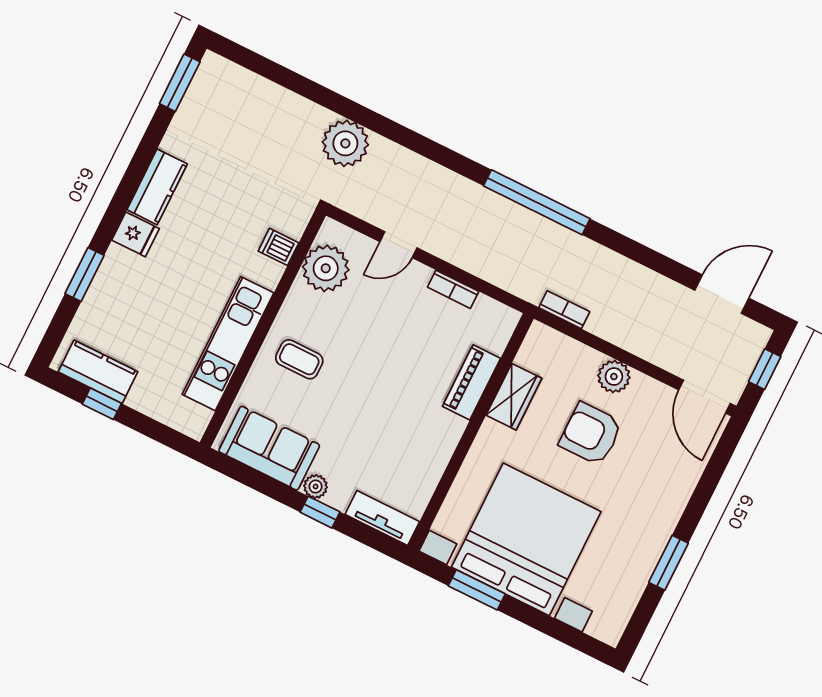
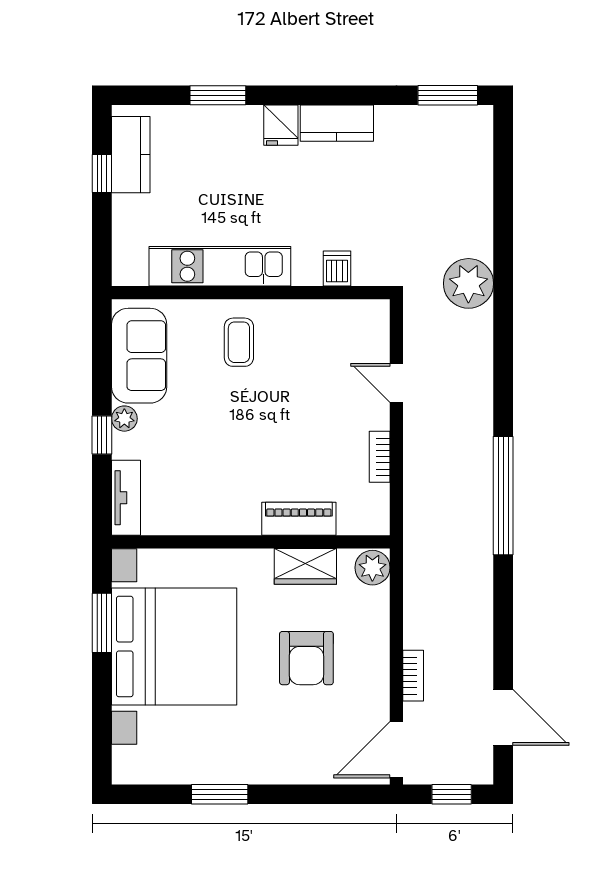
plant: (326, 268) -> (339, 324), removed
bookcase: (564, 310) -> (413, 676), moved
plant: (614, 377) -> (372, 568), moved
armchair: (591, 434) -> (306, 658), turned 180

